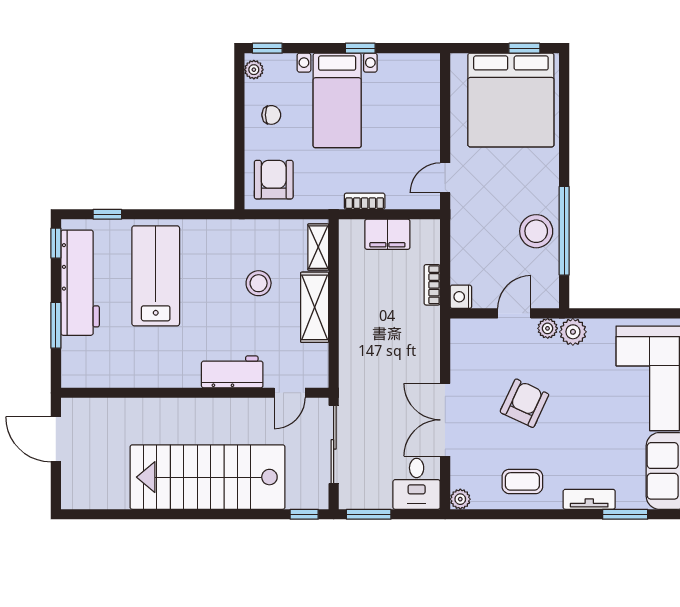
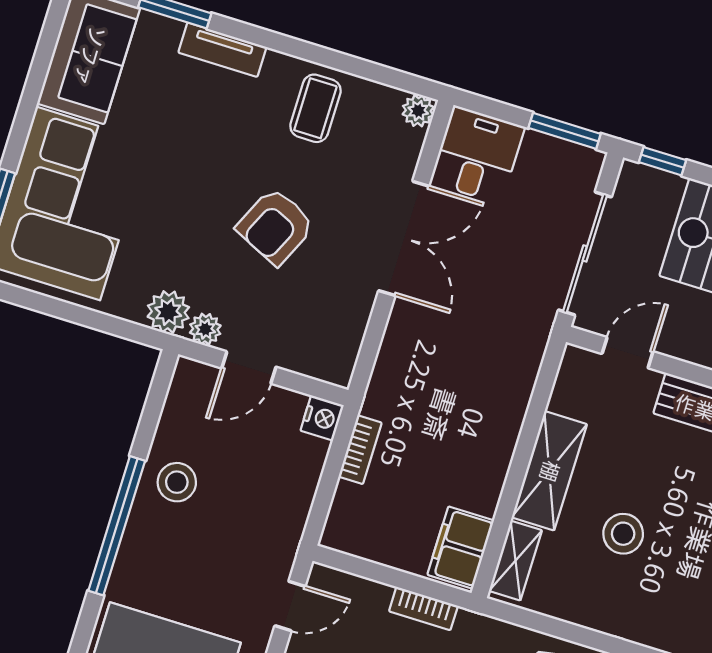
stool: (536, 231) -> (177, 482), width x0.73, depth x0.73
window: (564, 231) -> (117, 526), moved
filing cabinet: (387, 234) -> (461, 548), moved, turned -90
coffee table: (522, 481) -> (315, 108), turned 90

